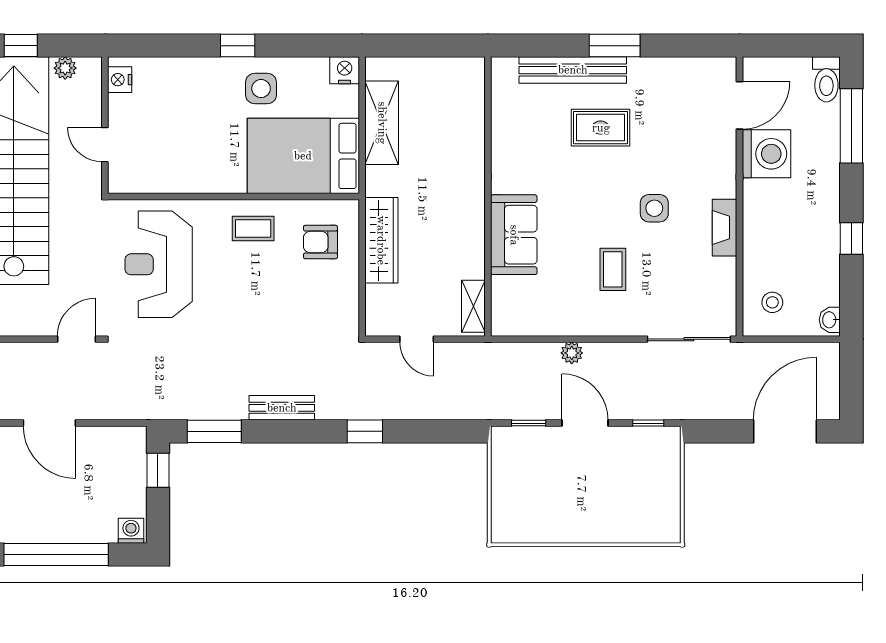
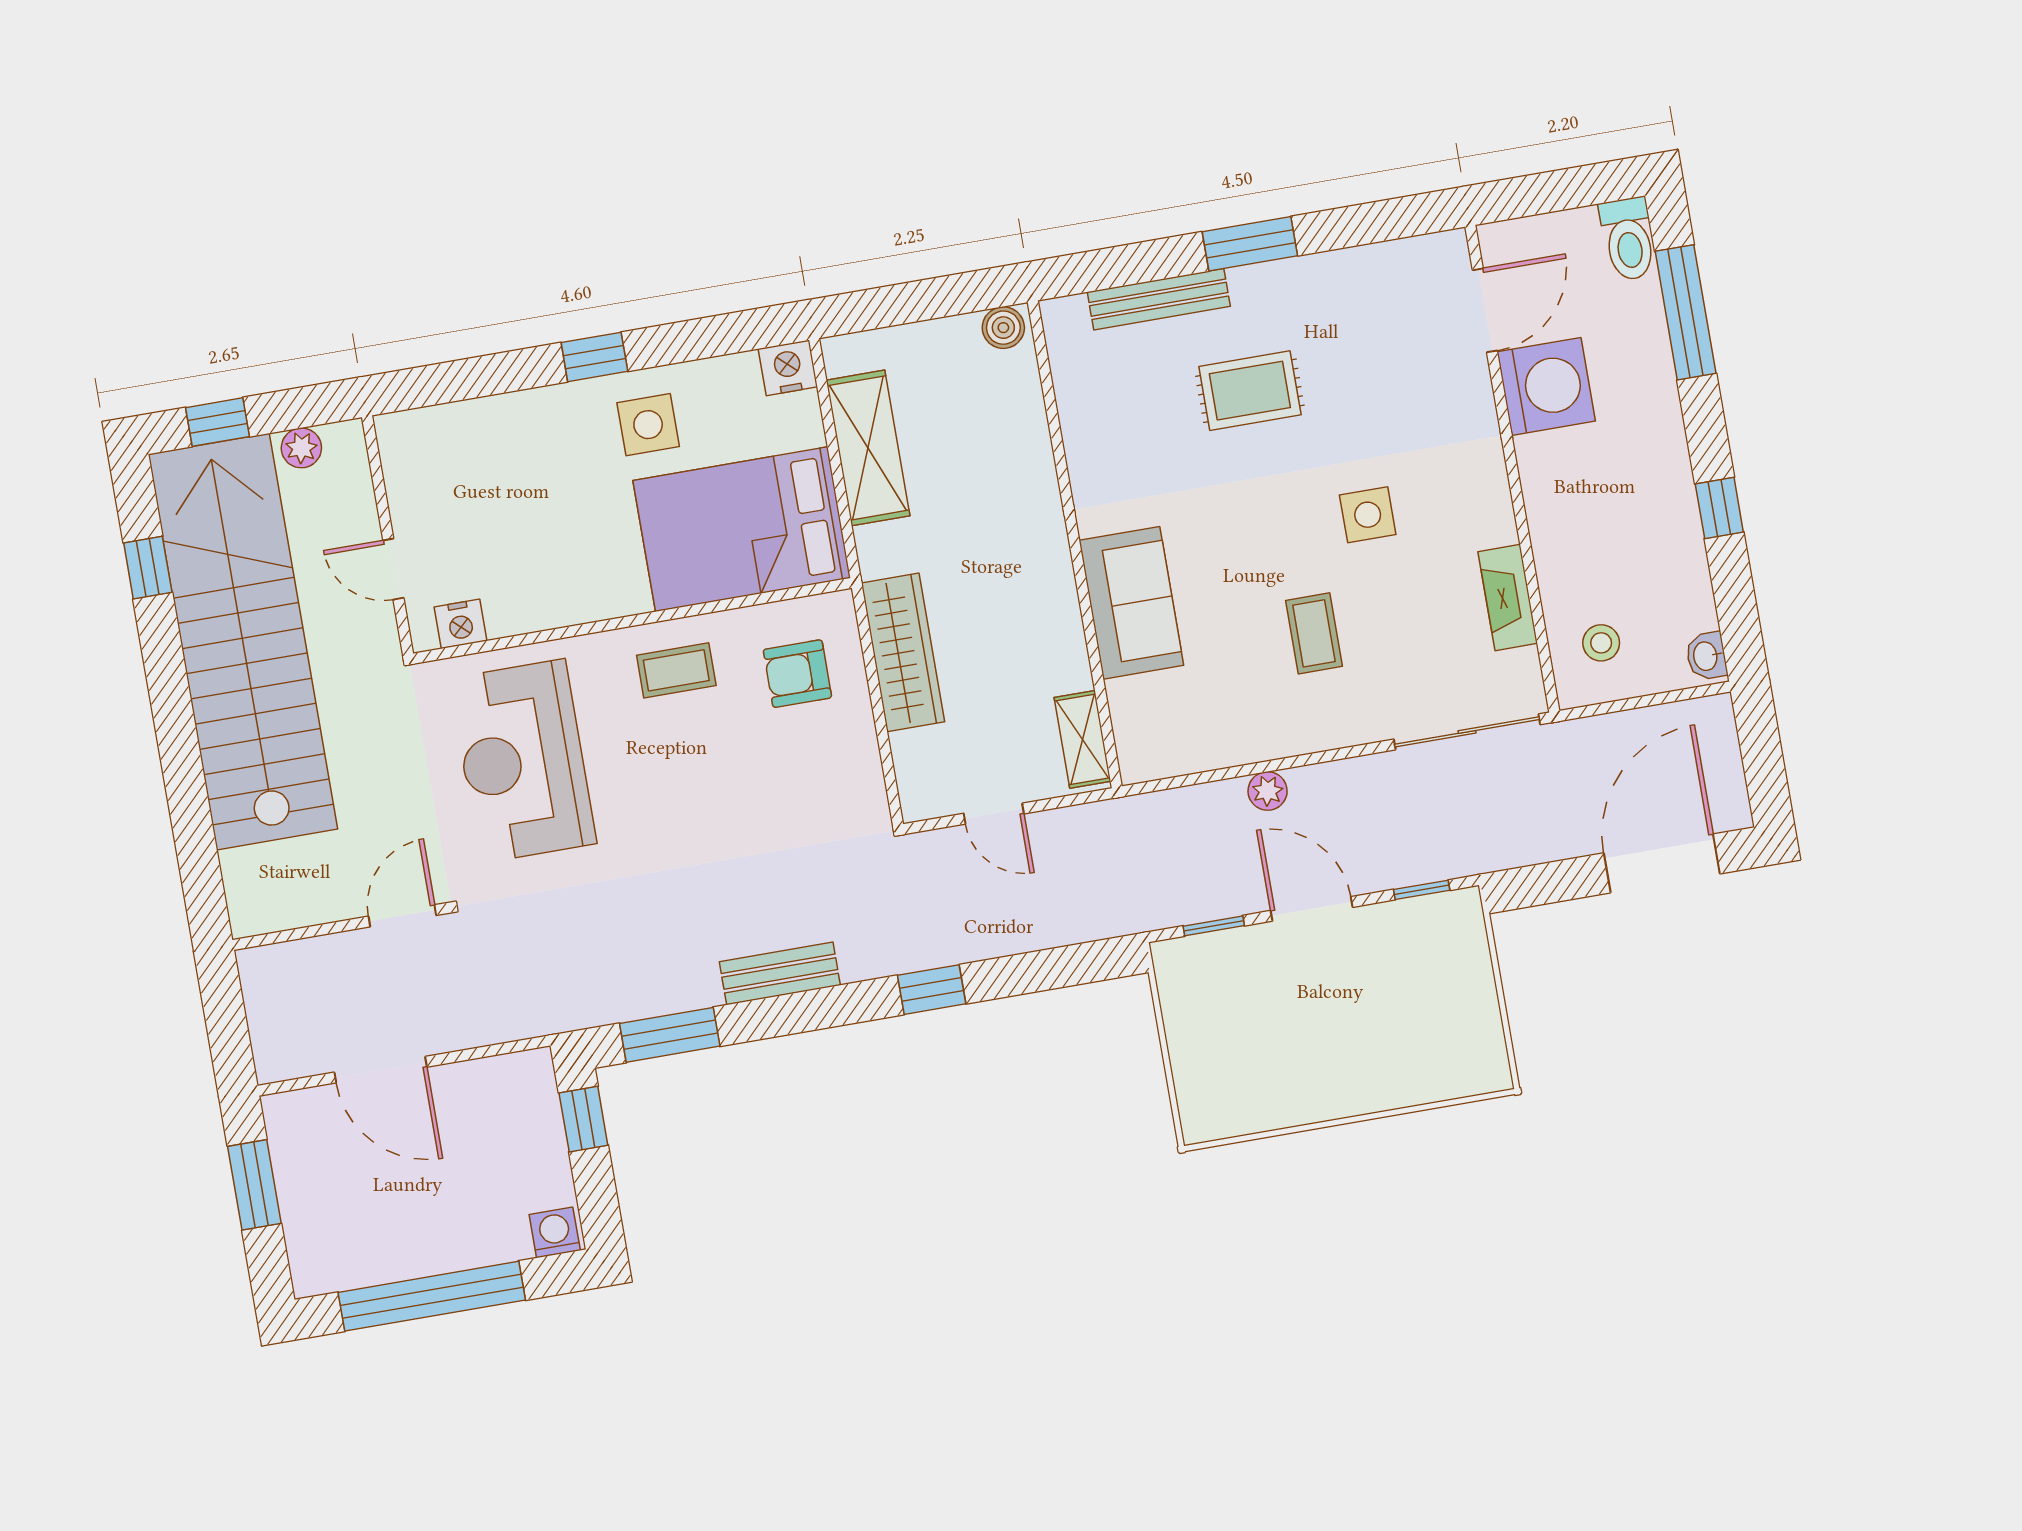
boiler: (469, 69) -> (1003, 328), added
bench: (573, 70) -> (1159, 299), width x0.73, depth x0.82
nightstand: (120, 80) -> (460, 624), moved, turned -90
fireplace: (725, 228) -> (1508, 598), moved

